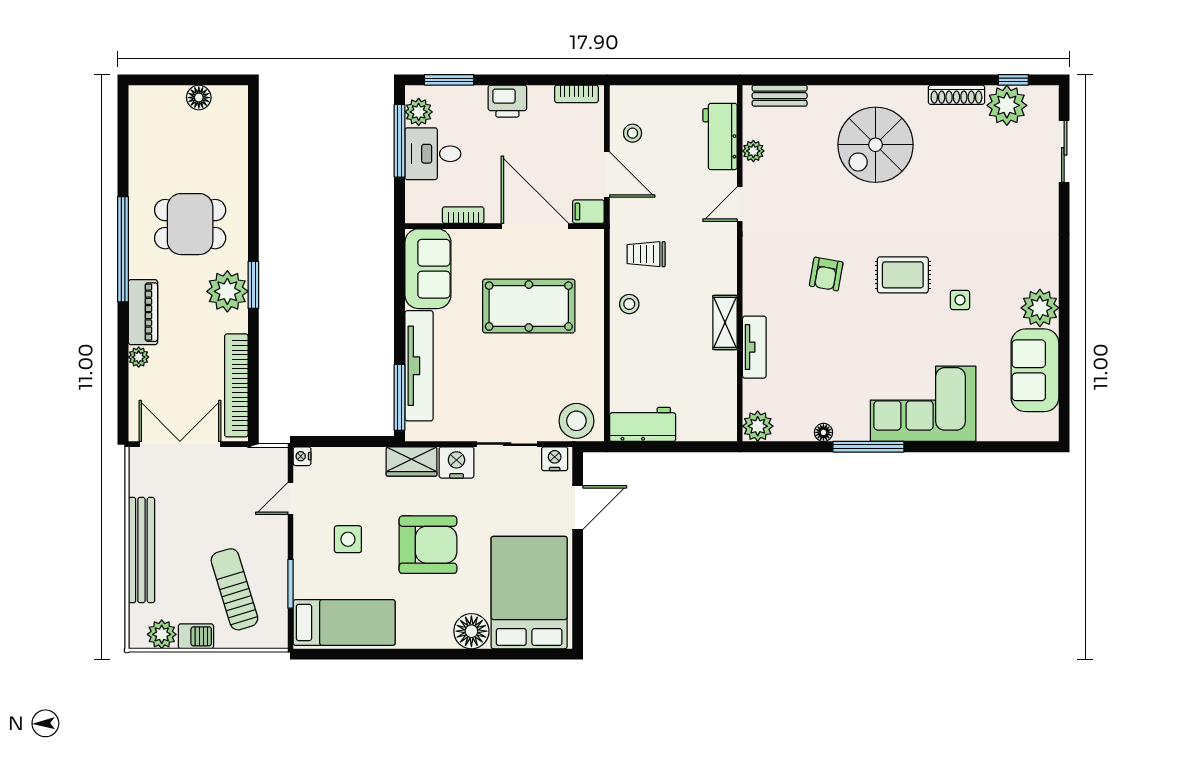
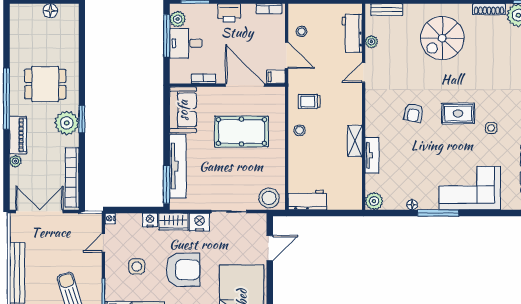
nightstand: (555, 459) -> (150, 220), moved

